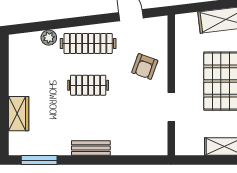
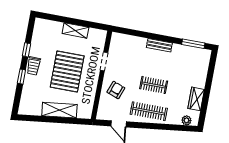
plant: (49, 38) -> (186, 120), moved
wardrobe: (19, 114) -> (196, 99), moved

